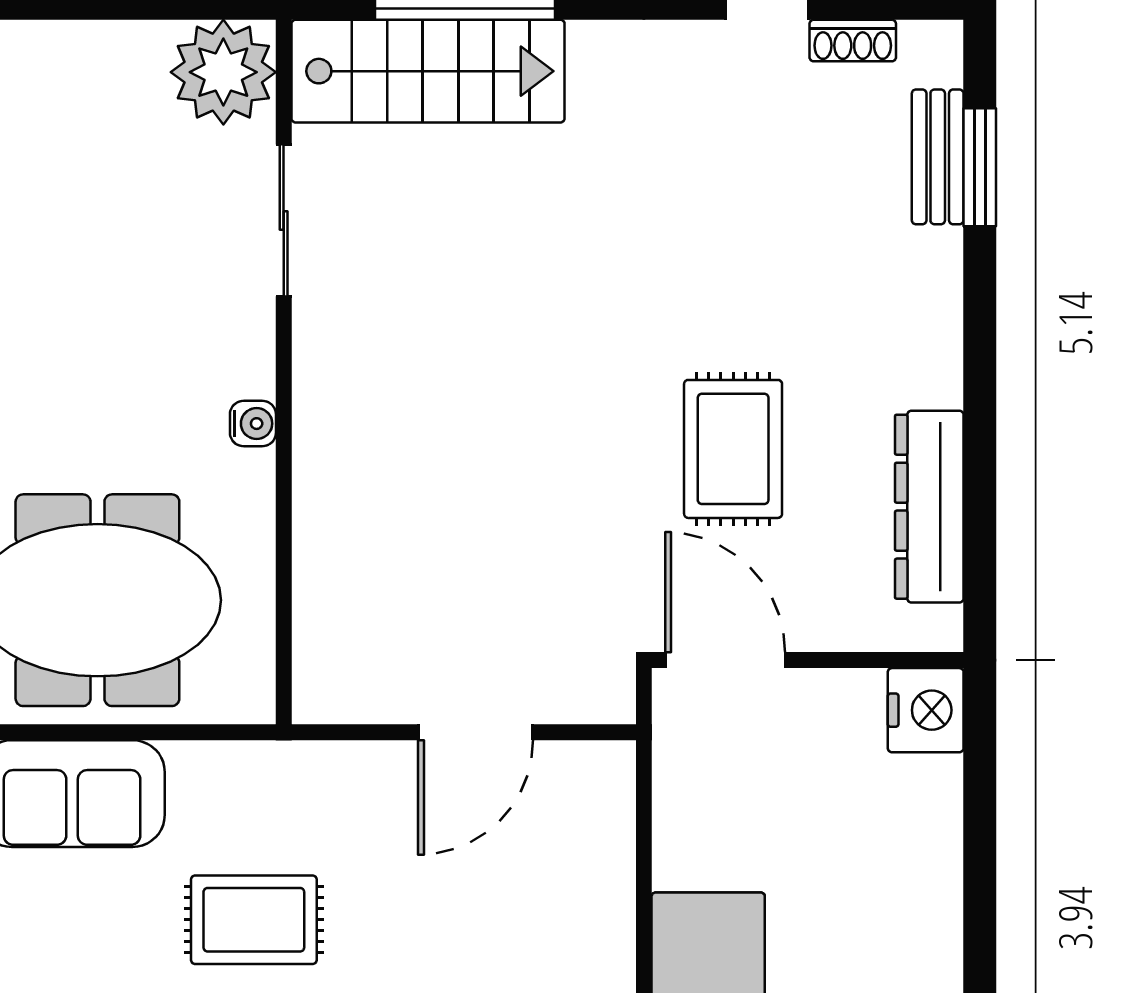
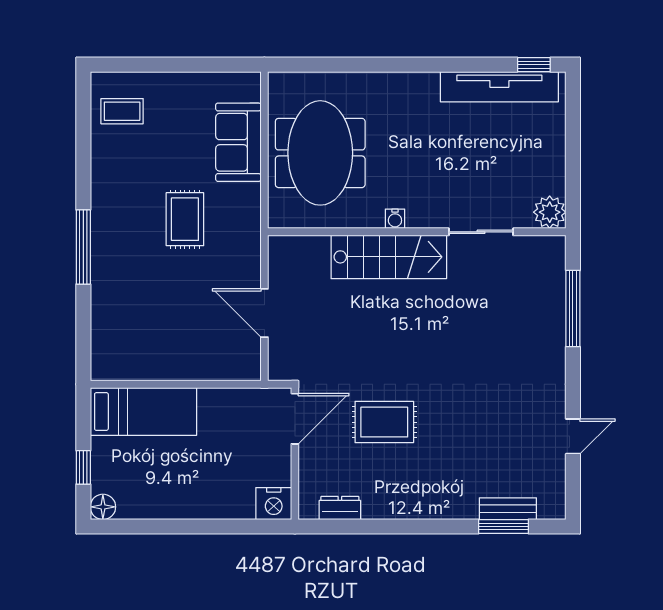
shoe rack: (853, 41) -> (557, 473), removed
stairs: (428, 71) -> (389, 257), moved, turned -90
plant: (223, 72) -> (550, 212), width x0.73, depth x0.73
dresser: (929, 507) -> (340, 508), width x0.51, depth x0.80

